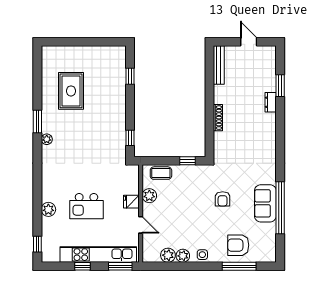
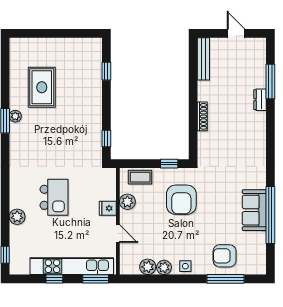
window: (280, 86) -> (270, 82), width x1.44
plant: (47, 139) -> (15, 116), moved
armchair: (223, 199) -> (181, 200), moved, width x1.88, depth x1.88
kitchen island: (86, 206) -> (54, 197), moved, turned -90

